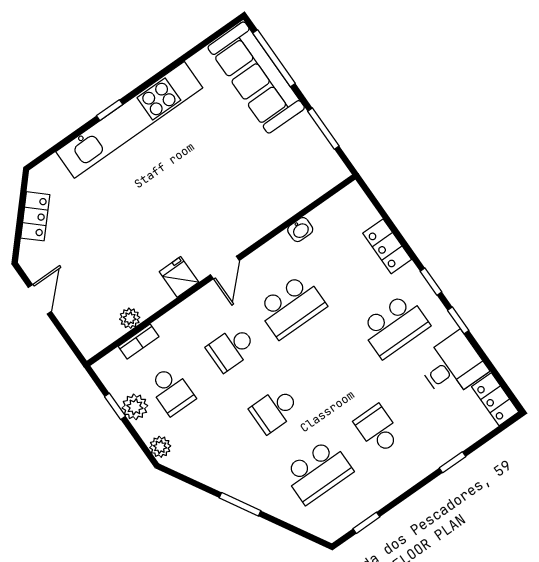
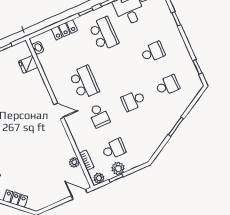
washbasin: (300, 230) -> (38, 48), moved
fridge: (179, 277) -> (28, 64), moved
door: (40, 299) -> (79, 194), moved
school desk: (275, 410) -> (133, 101), turned 90
school desk: (378, 429) -> (153, 52), turned 180
plant: (160, 447) -> (99, 178), moved
school desk: (318, 471) -> (168, 85), width x0.54

